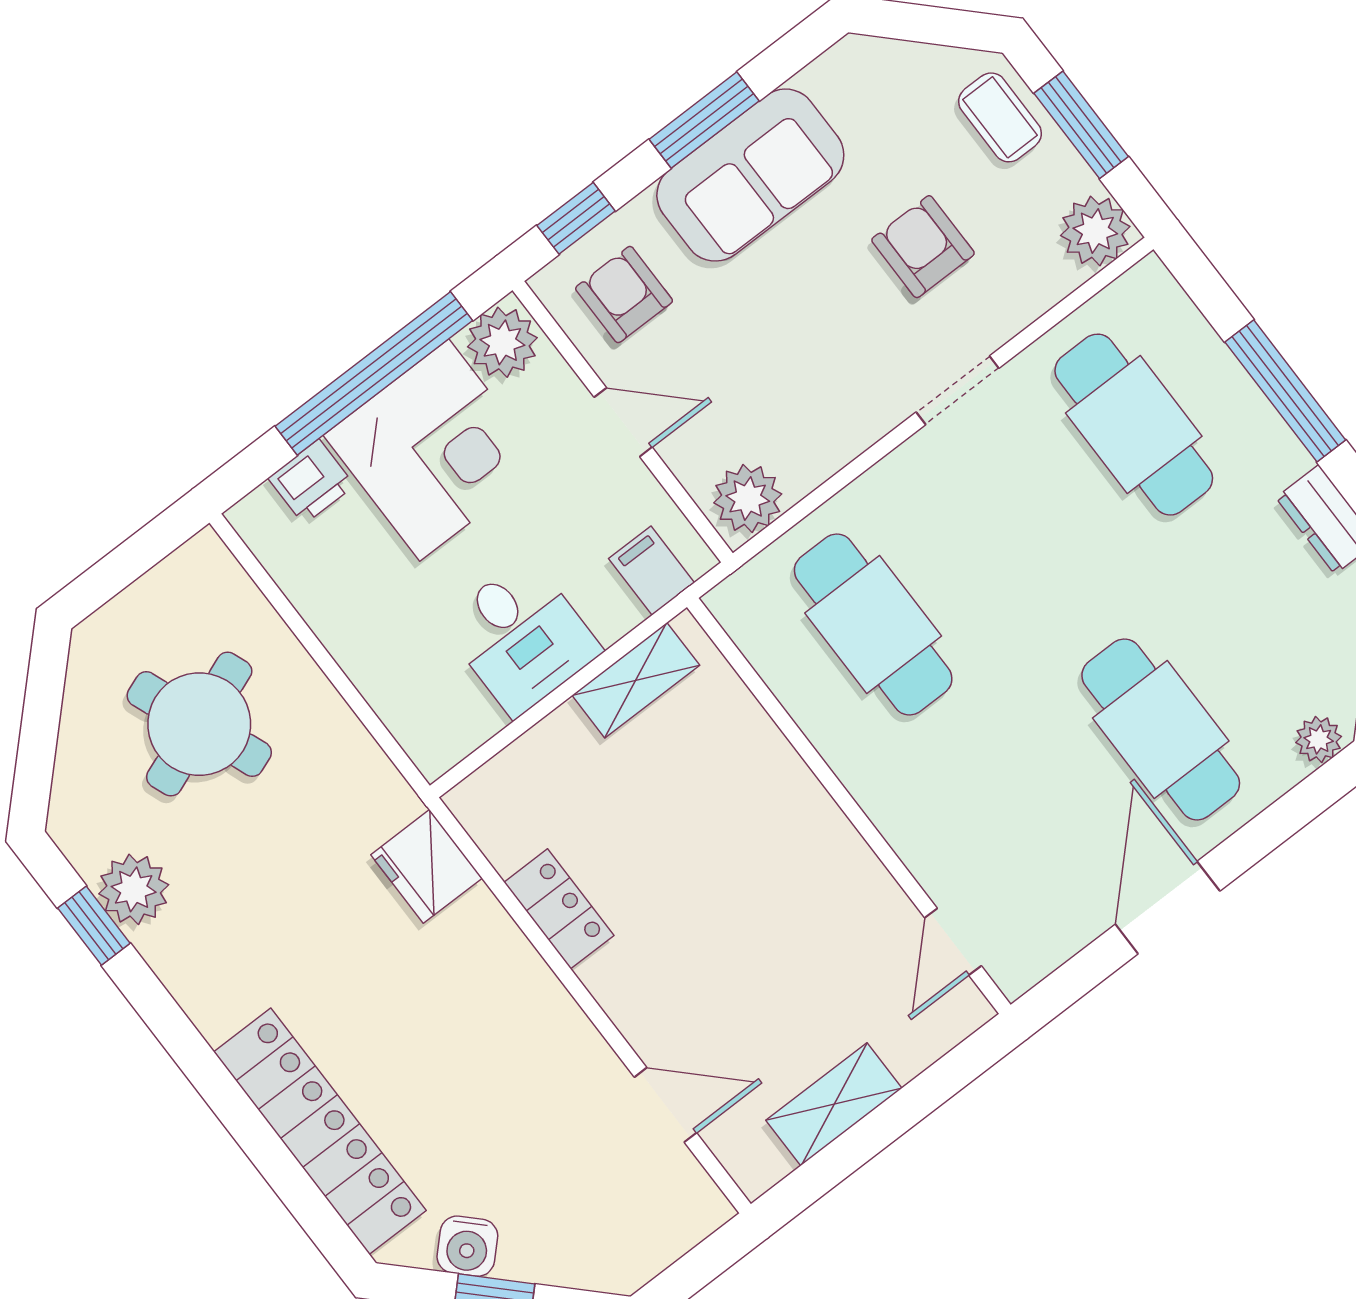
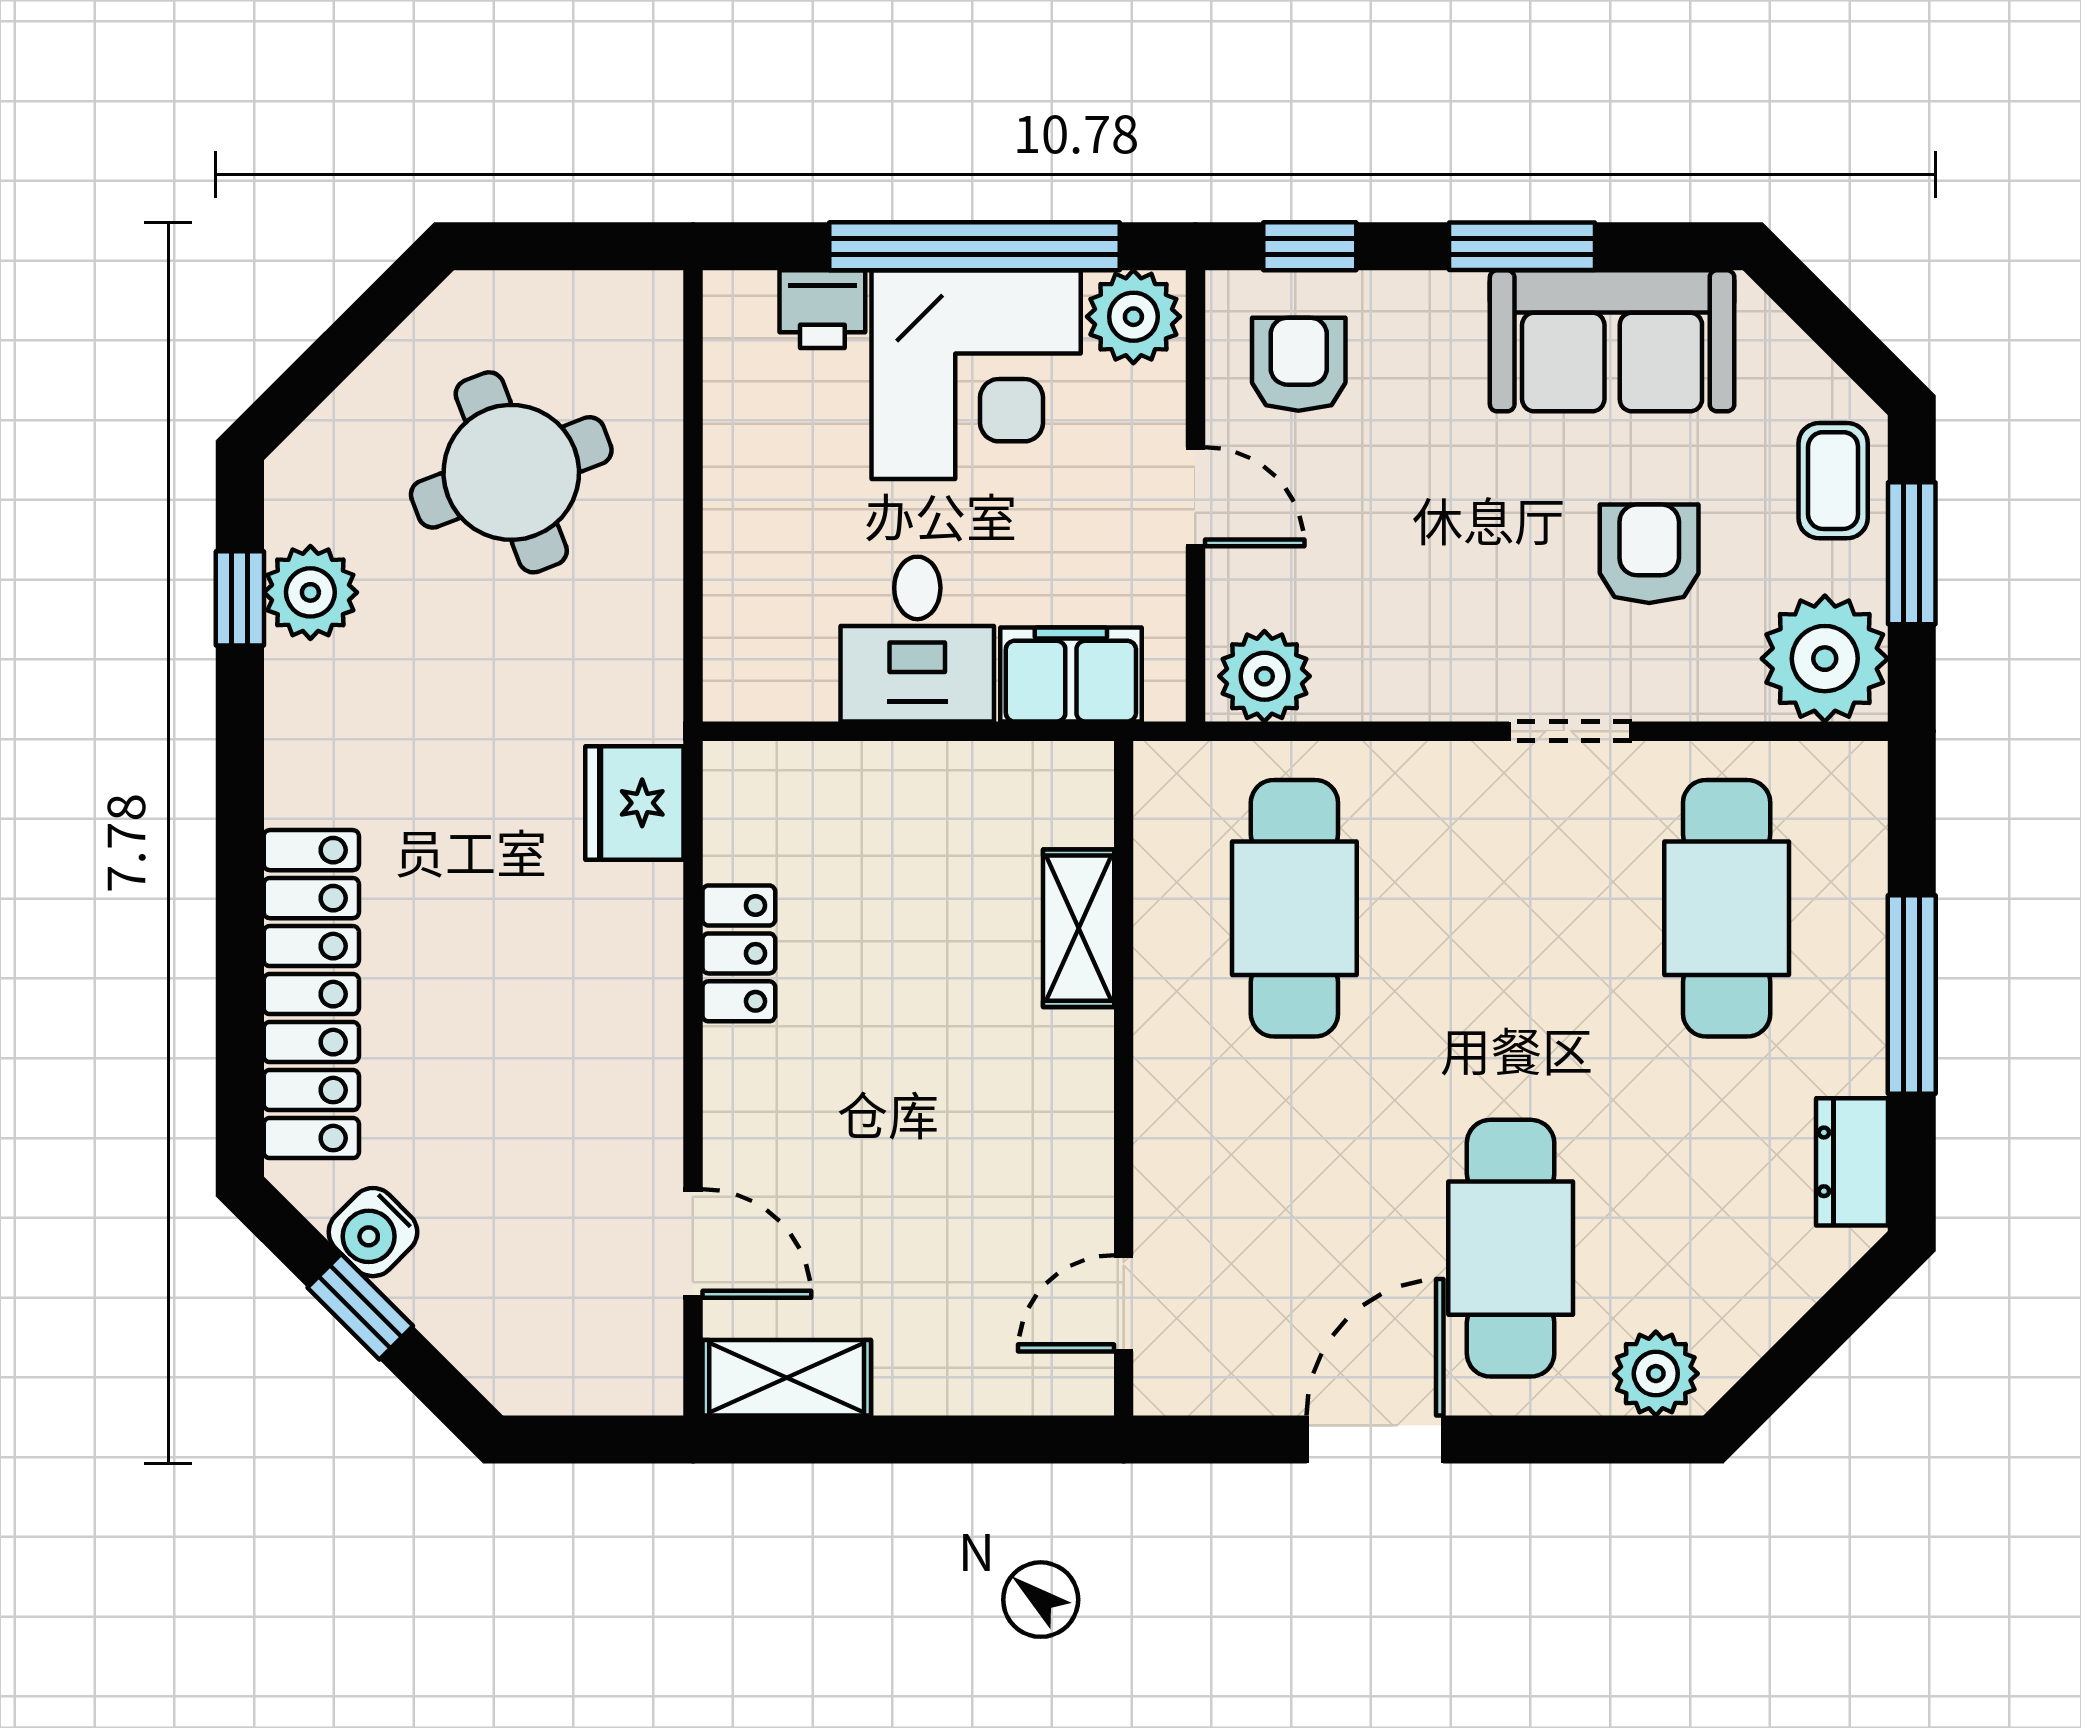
sofa: (750, 175) -> (1612, 341), moved
plant: (1095, 231) -> (1825, 659), width x1.36, depth x1.36
filing cabinet: (652, 571) -> (1071, 675), width x2.00
shelving: (636, 680) -> (1079, 928), moved, turned 90
plant: (1319, 739) -> (1656, 1374), width x1.38, depth x1.38
shelving: (834, 1104) -> (787, 1378), moved

